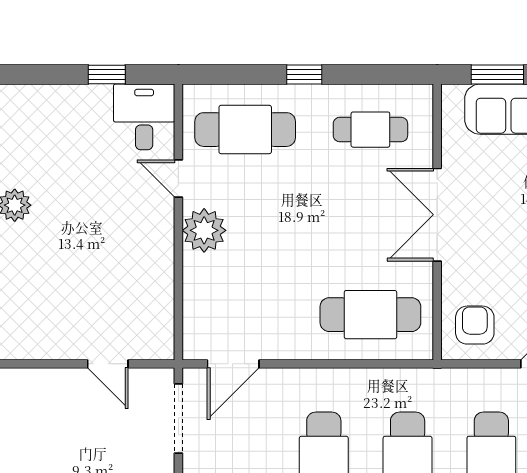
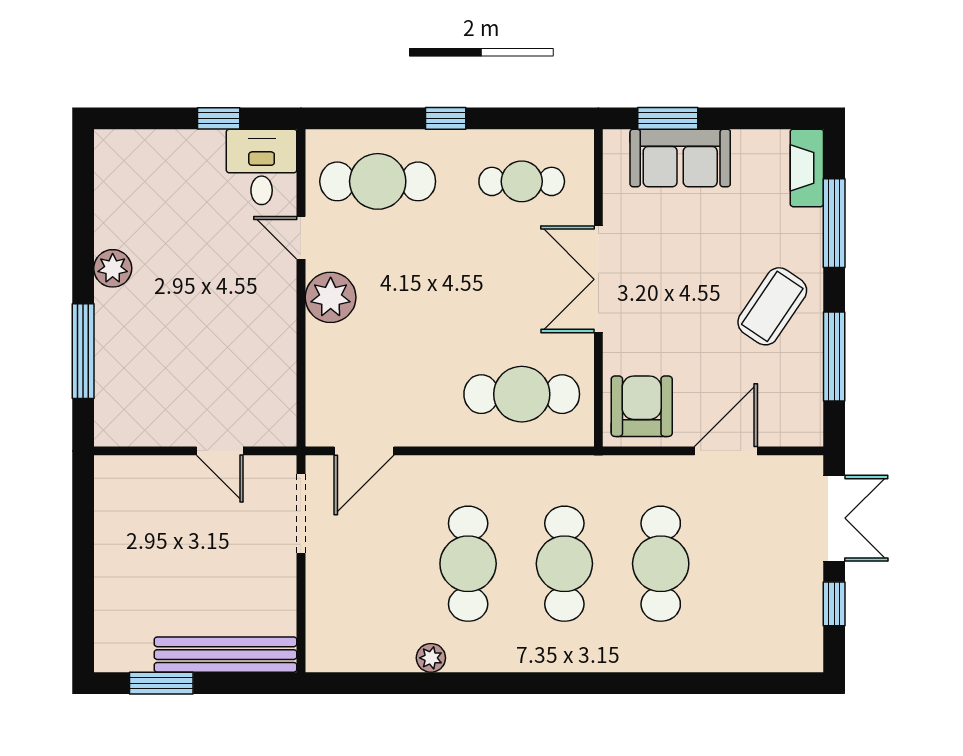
armchair: (475, 325) -> (642, 406), width x1.38, depth x1.38

